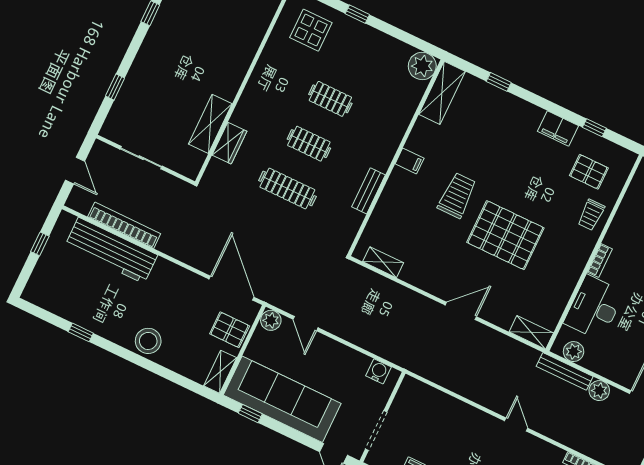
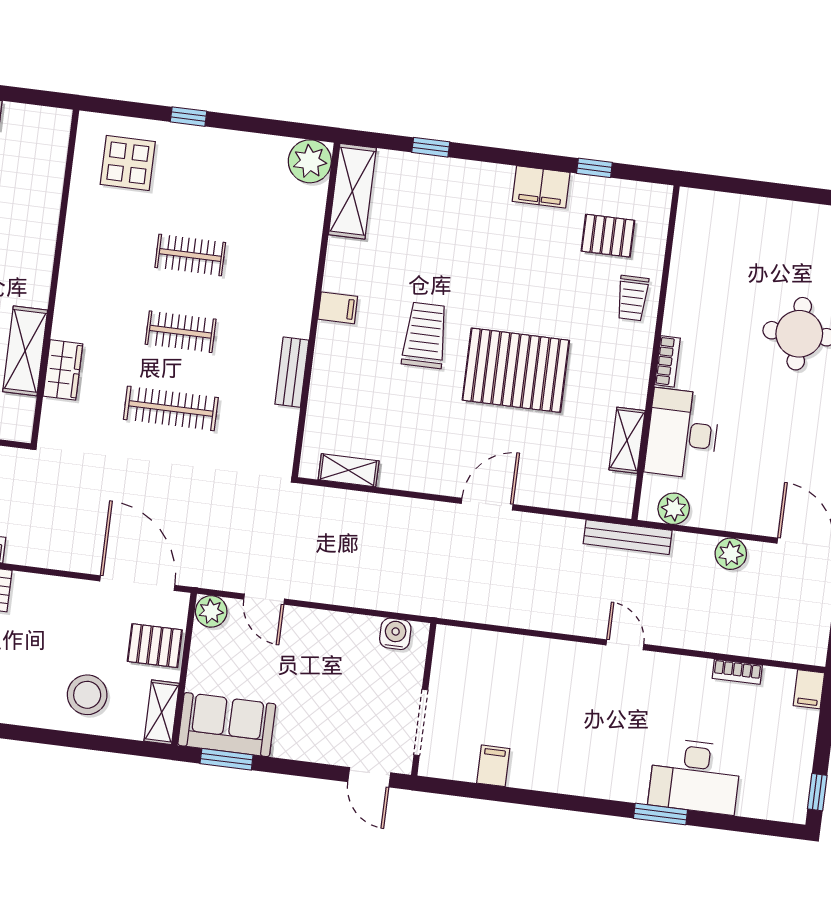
shelving: (531, 332) -> (627, 440), moved, turned 90
stool: (148, 341) -> (87, 695), moved
bench: (565, 371) -> (628, 537), moved
sofa: (282, 399) -> (227, 725), width x0.54, depth x0.79
window: (250, 414) -> (227, 759), width x1.50

